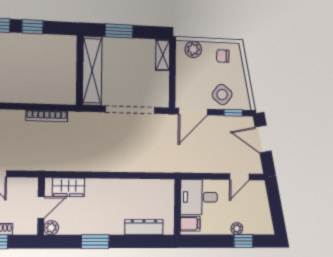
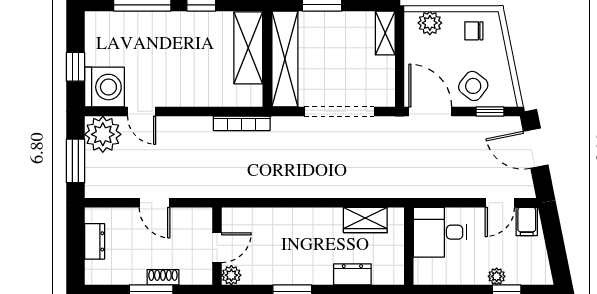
shelving: (66, 62) -> (248, 48), added
door: (193, 112) -> (430, 111), swing flipped
bookcase: (47, 116) -> (242, 123), moved
wardrobe: (68, 187) -> (365, 220), moved
filing cabinet: (190, 224) -> (527, 222), moved, turned 90
dresser: (144, 227) -> (352, 274), width x0.70

